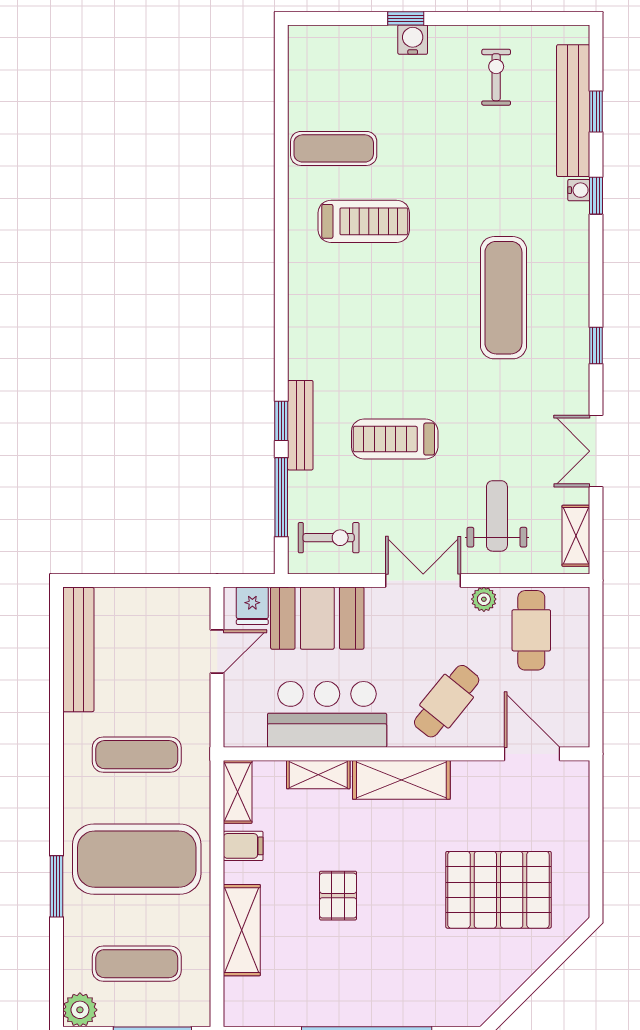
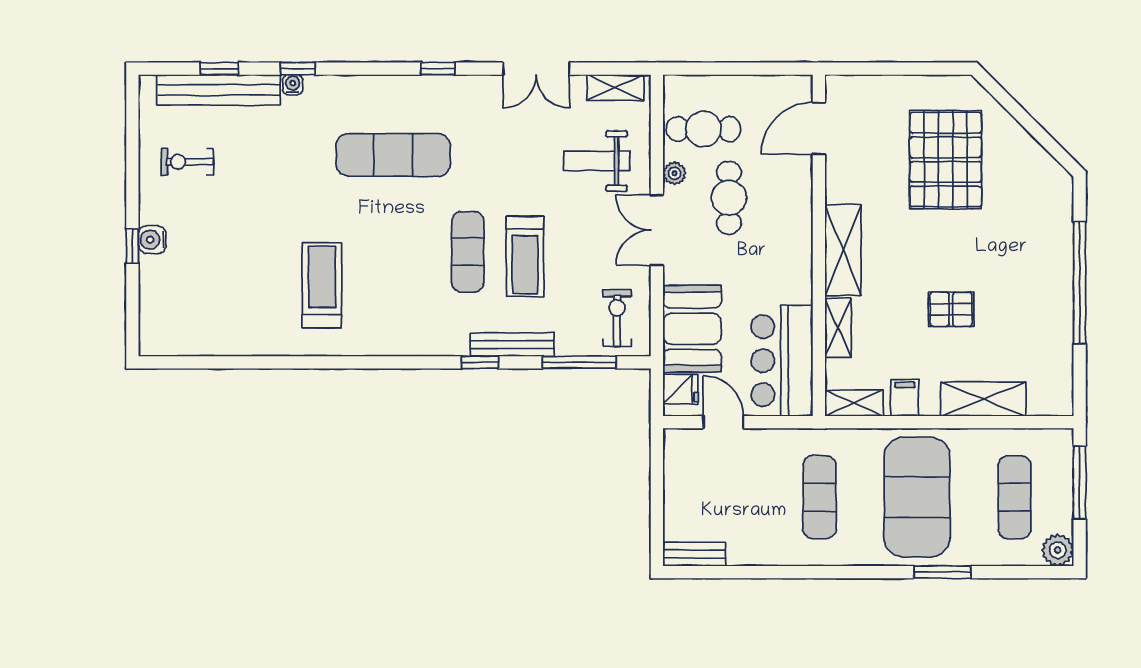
exercise mat: (334, 148) -> (468, 252), moved
window: (281, 421) -> (480, 362), moved
bench: (78, 650) -> (695, 554), width x0.54, depth x0.82
cafe table: (447, 701) -> (729, 198), moved, turned 51
bar counter: (327, 714) -> (782, 361), moved

